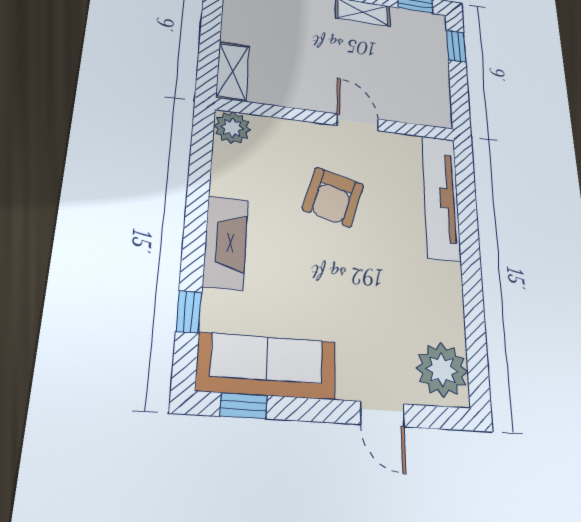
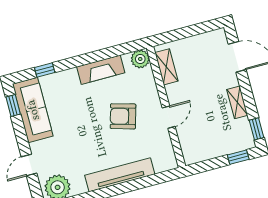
shelving: (233, 71) -> (166, 67), moved, turned 90
tv unit: (441, 197) -> (120, 175), moved
fireplace: (225, 242) -> (101, 70), moved

